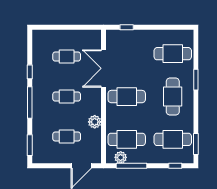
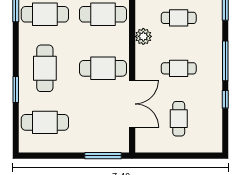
window: (127, 27) -> (103, 156), width x2.17
cafe table: (67, 57) -> (179, 119), turned 90

